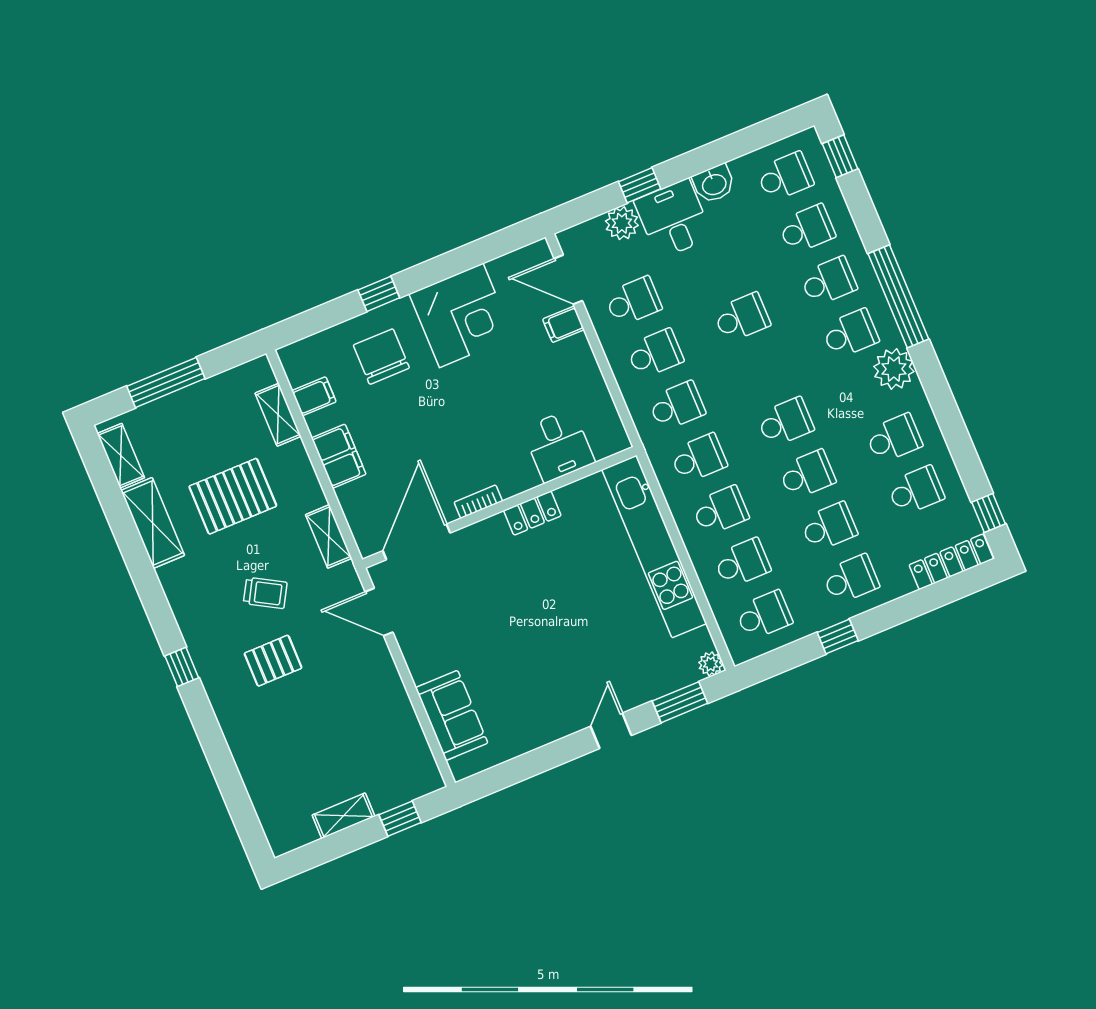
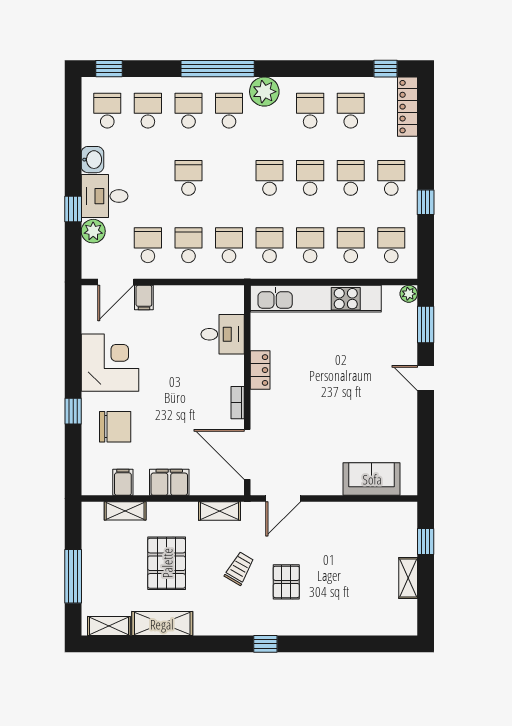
chair: (381, 357) -> (115, 427), turned 180

